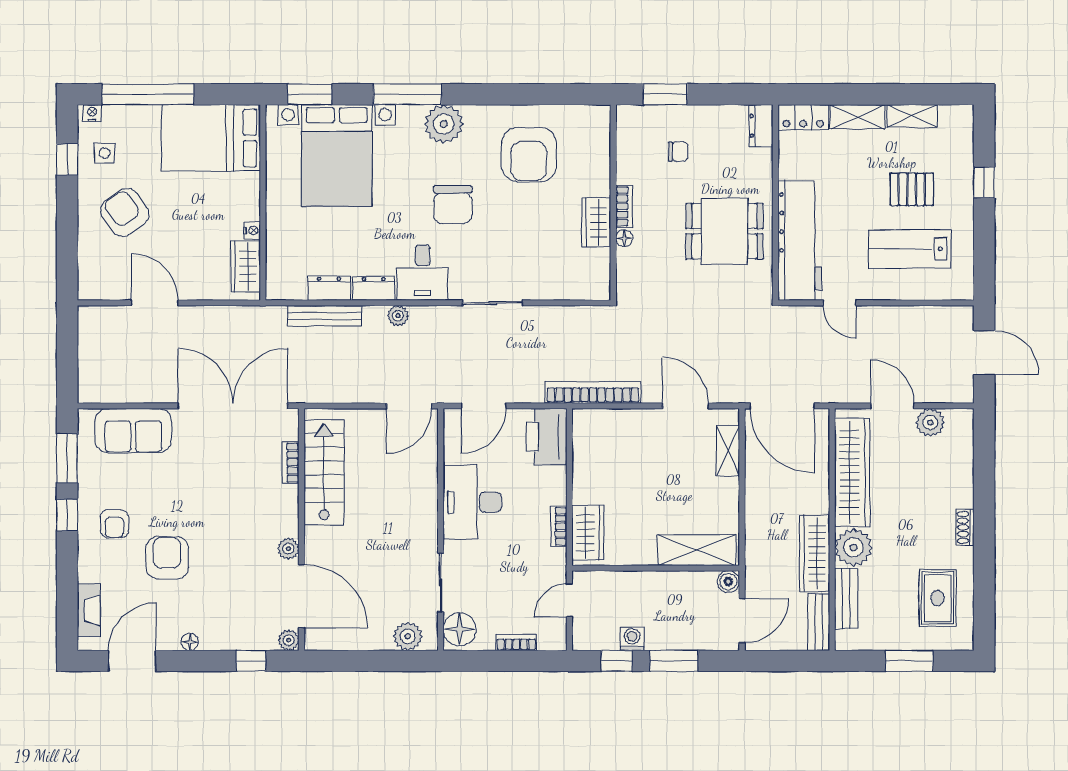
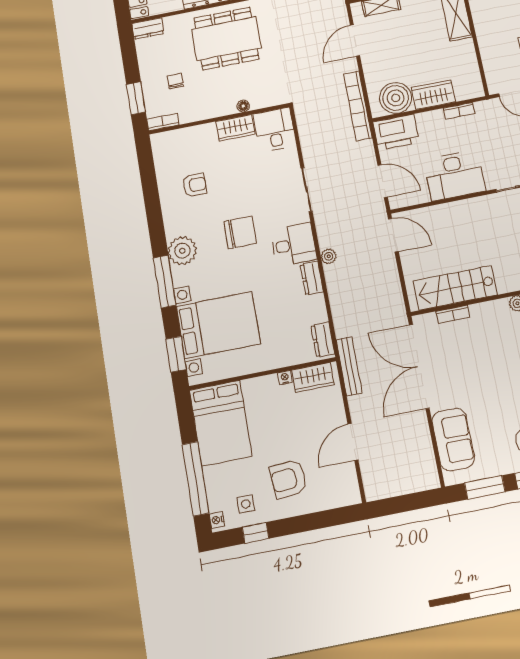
armchair: (529, 155) -> (195, 185), width x0.53, depth x0.53
bookcase: (624, 206) -> (163, 122), moved
armchair: (125, 213) -> (288, 479), turned 31
dining table: (724, 231) -> (226, 38), width x1.38
desk: (583, 275) -> (275, 130), added
dresser: (329, 288) -> (323, 340), moved
bench: (325, 316) -> (349, 366), moved
boiler: (594, 445) -> (396, 98), added
wardrobe: (588, 533) -> (433, 95), moved

